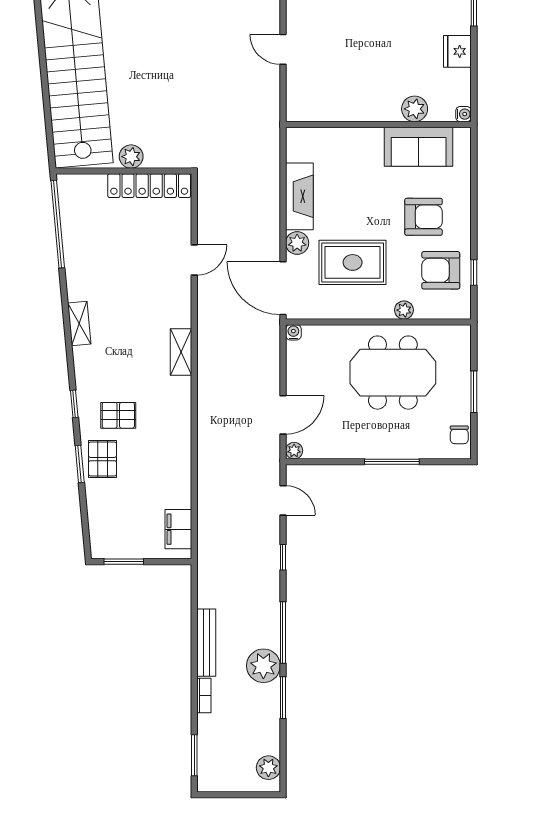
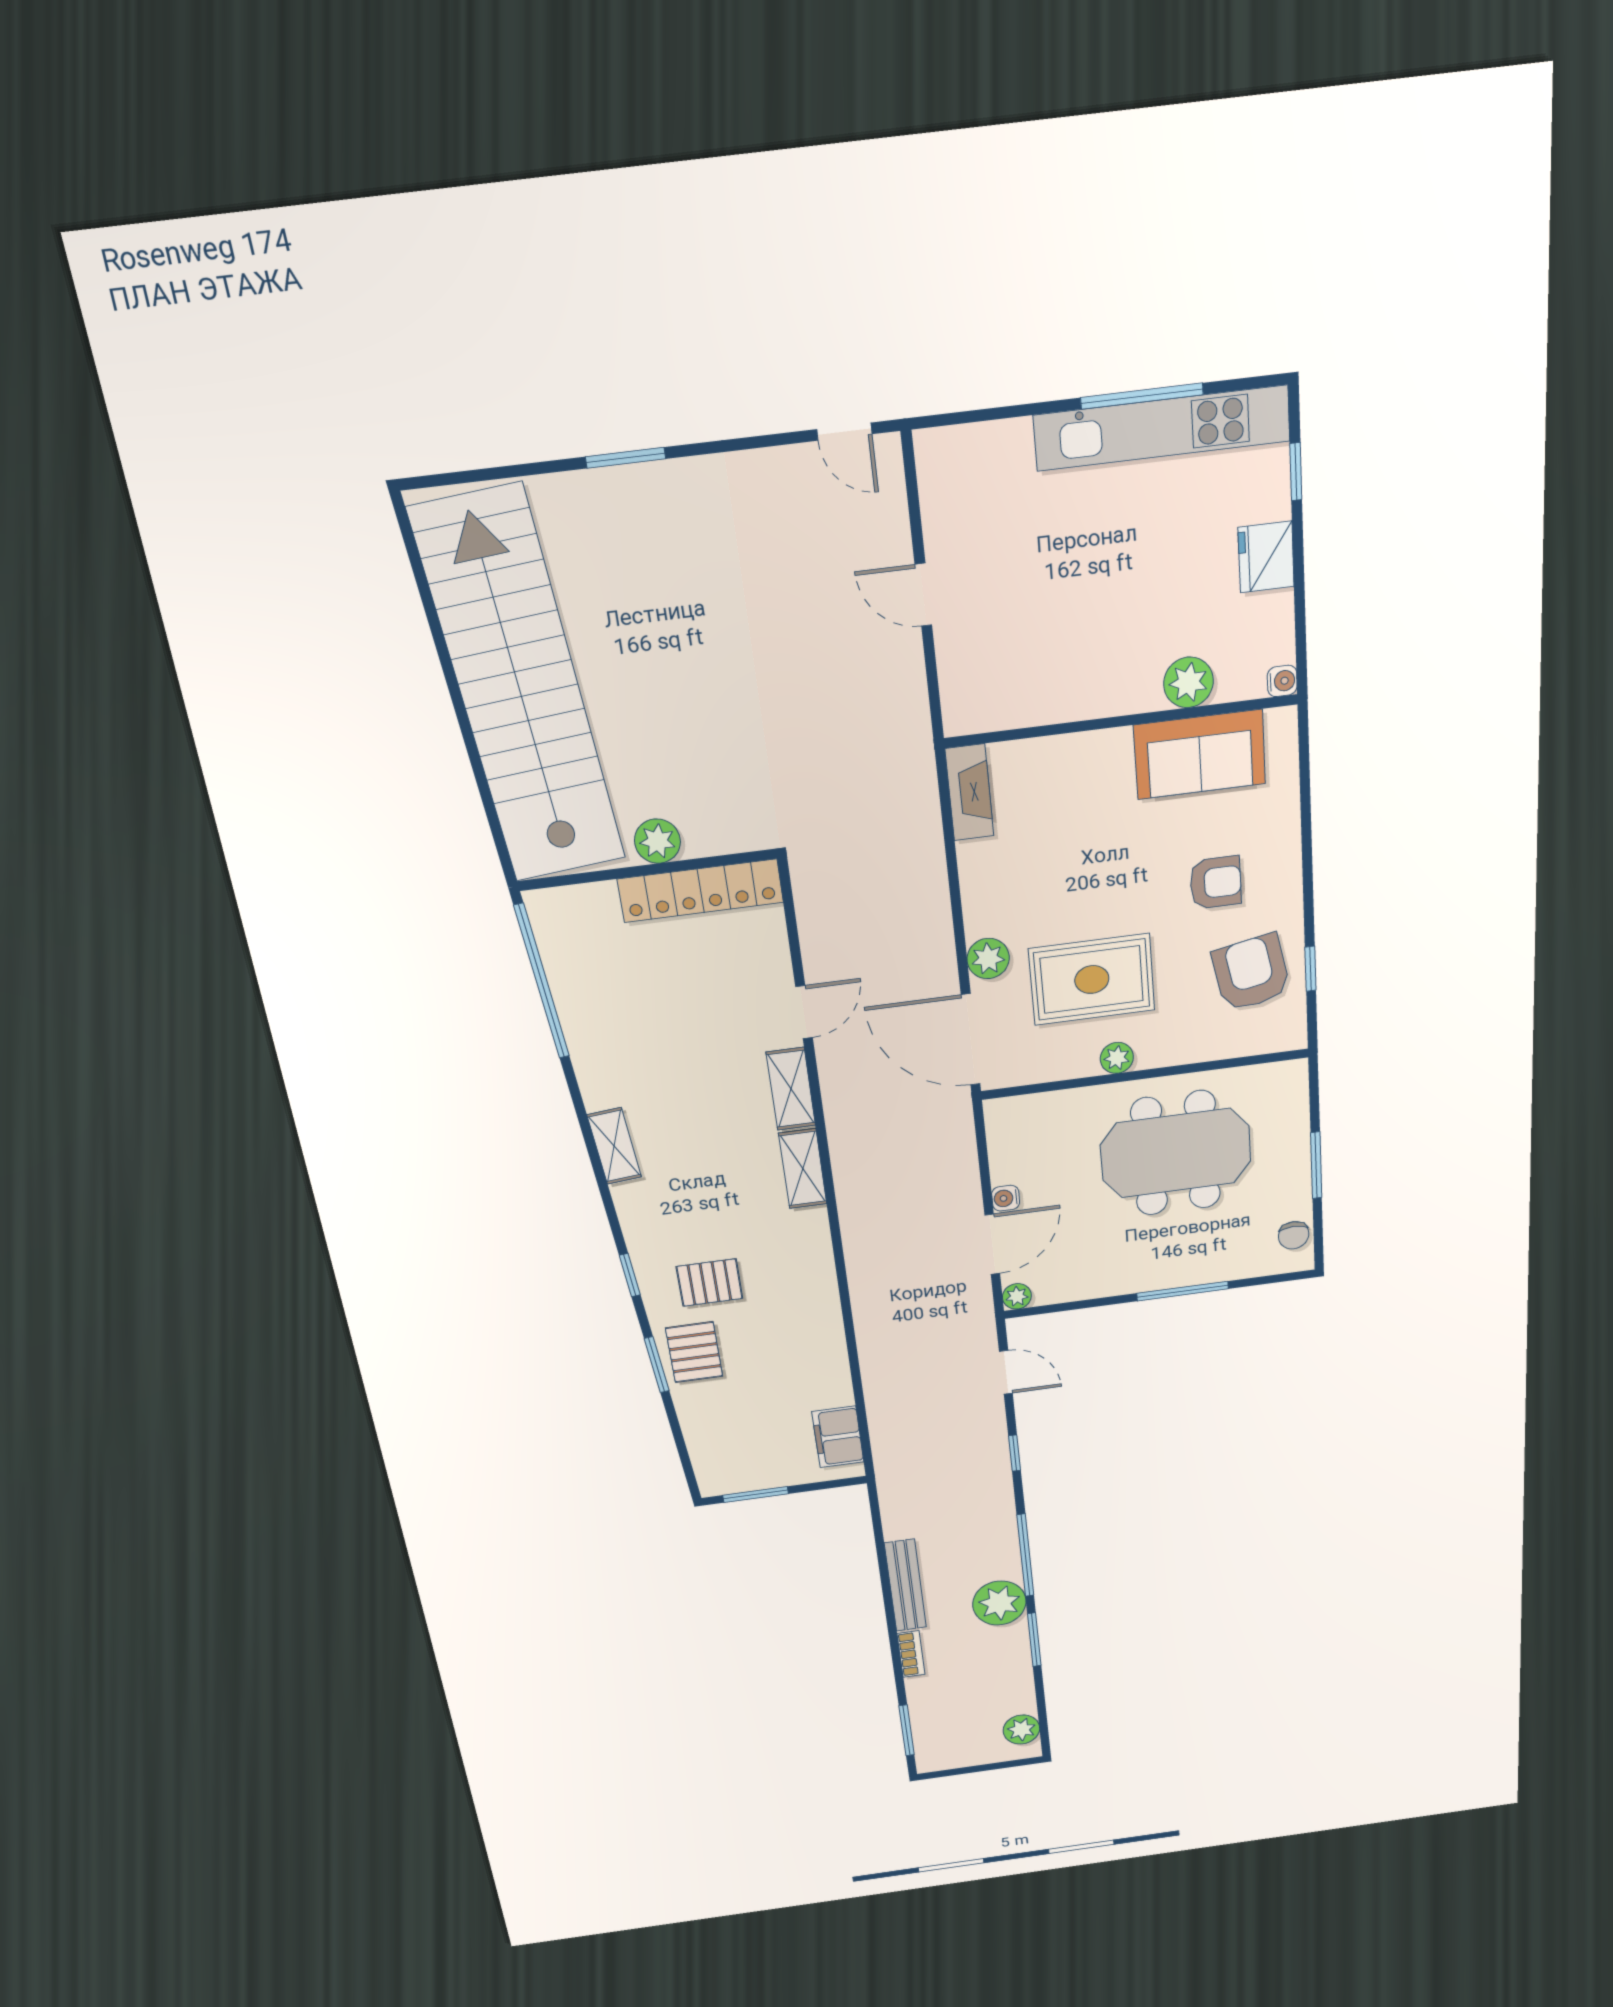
fireplace: (299, 196) -> (969, 792), moved, width x0.73, depth x0.76
armchair: (424, 217) -> (1216, 883), width x0.72, depth x0.72
armchair: (441, 270) -> (1251, 973), turned 79
shelving: (181, 303) -> (791, 1089), added
plant: (404, 310) -> (1117, 1058), moved
water cooler: (293, 332) -> (1006, 1198), moved, turned -90

